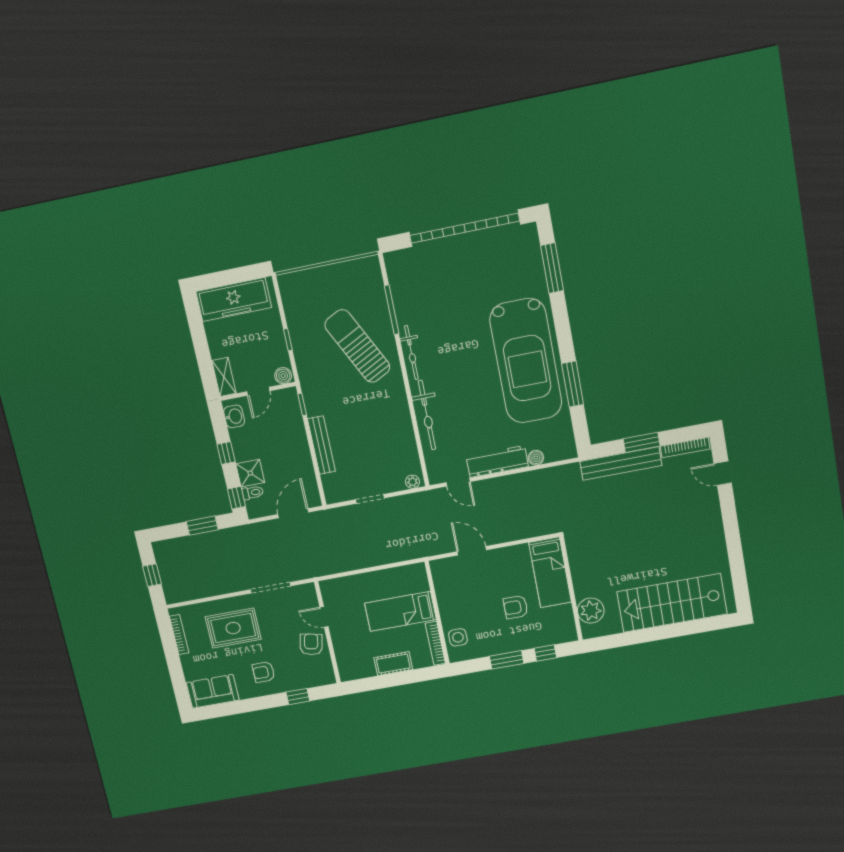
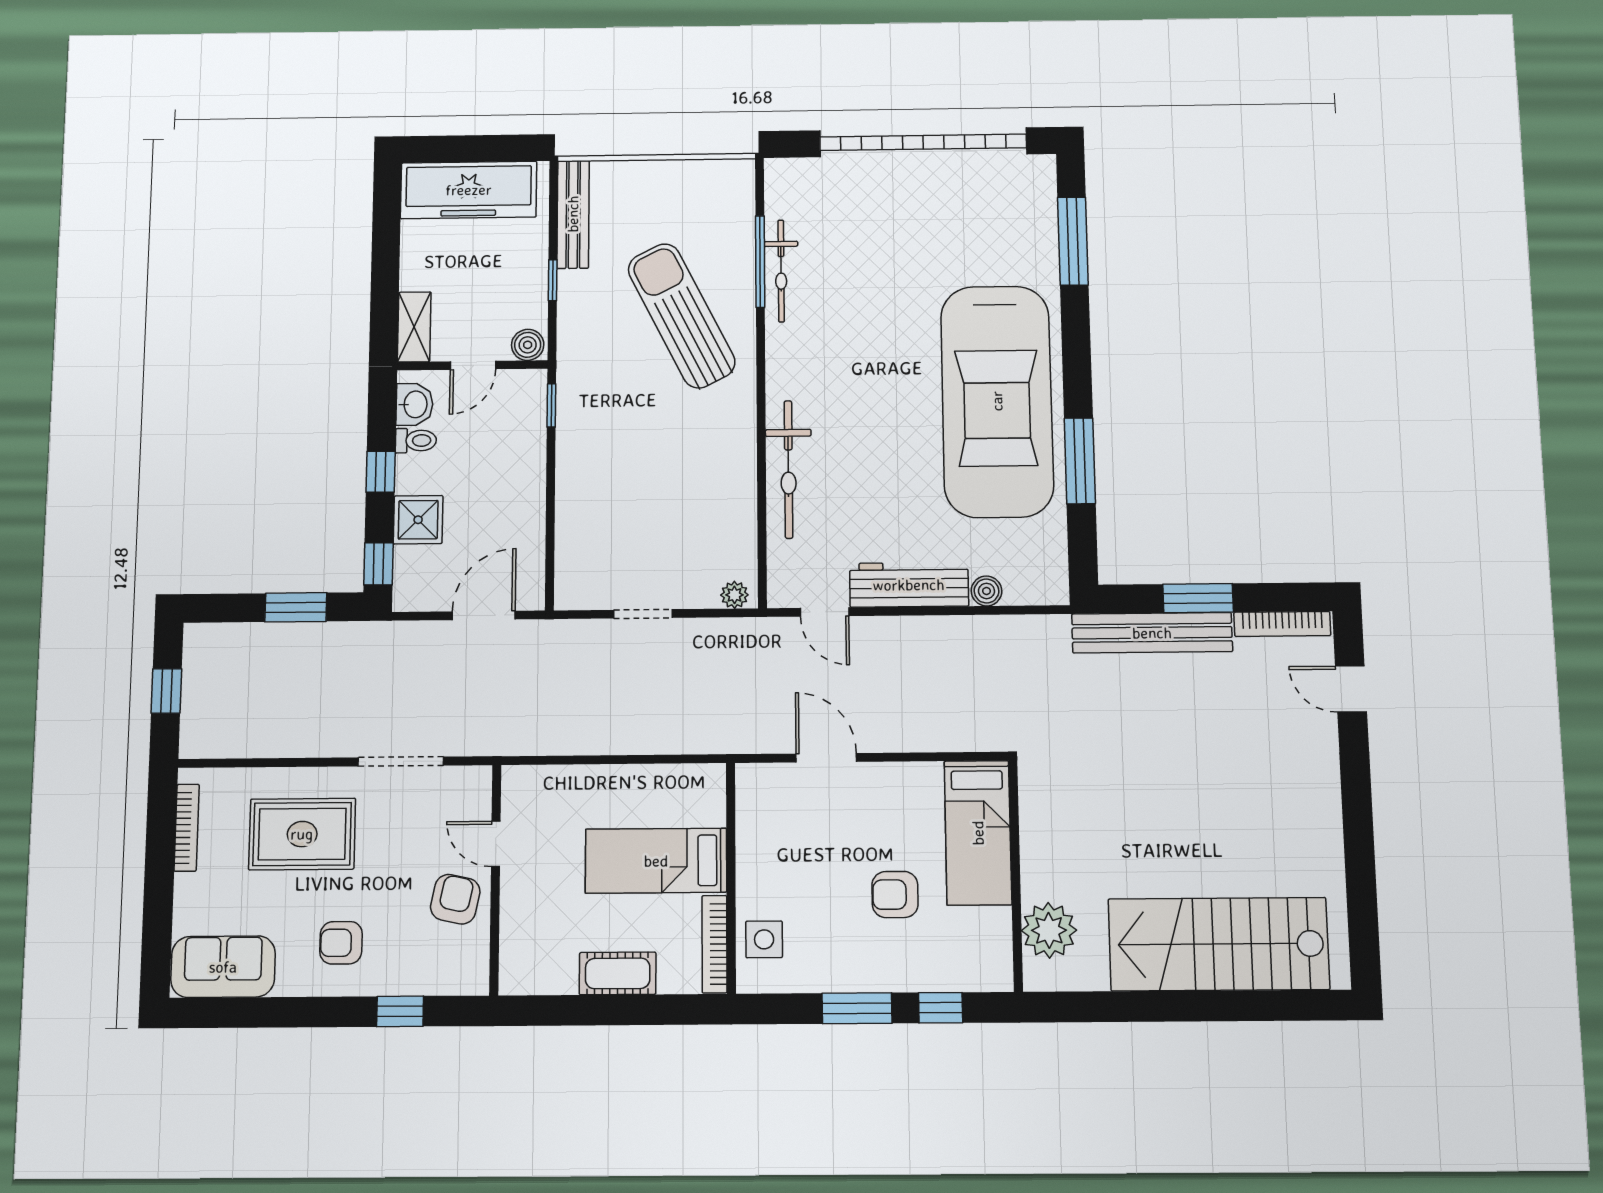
bicycle: (411, 353) -> (781, 271), moved
bench: (321, 445) -> (573, 214), moved
toilet: (253, 493) -> (416, 441), moved

